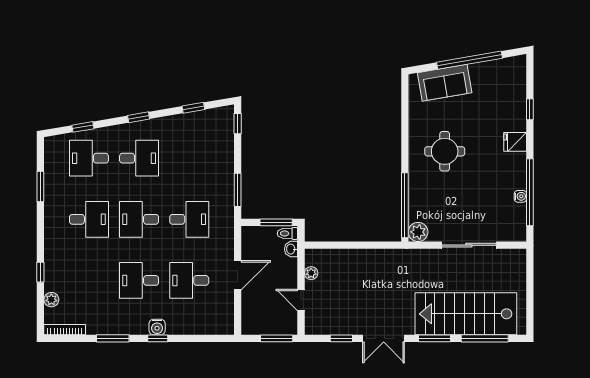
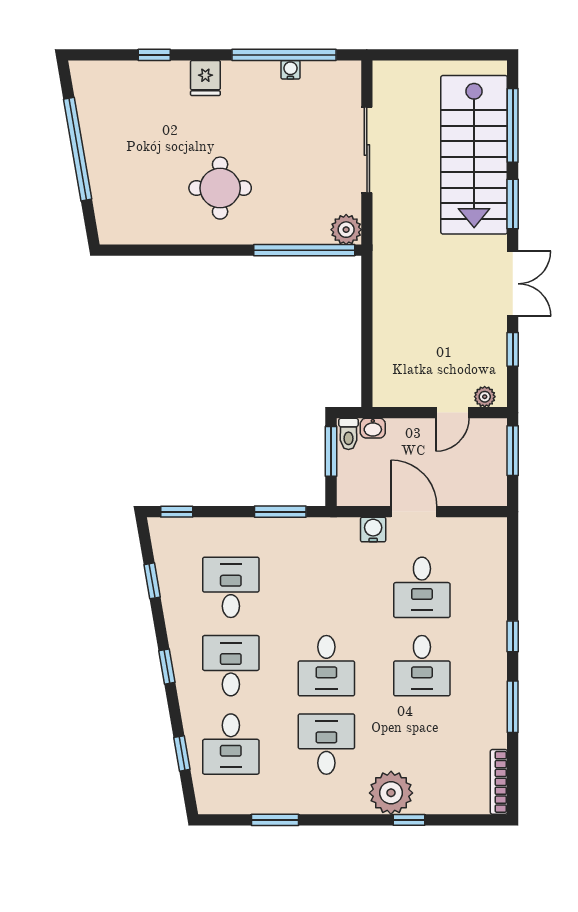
sofa: (445, 83) -> (113, 188), removed
desk: (189, 219) -> (231, 587), moved
plant: (311, 273) -> (485, 397), moved
plant: (51, 300) -> (391, 793), moved, width x1.87, depth x1.87
water cooler: (157, 327) -> (373, 530), moved, turned -90

